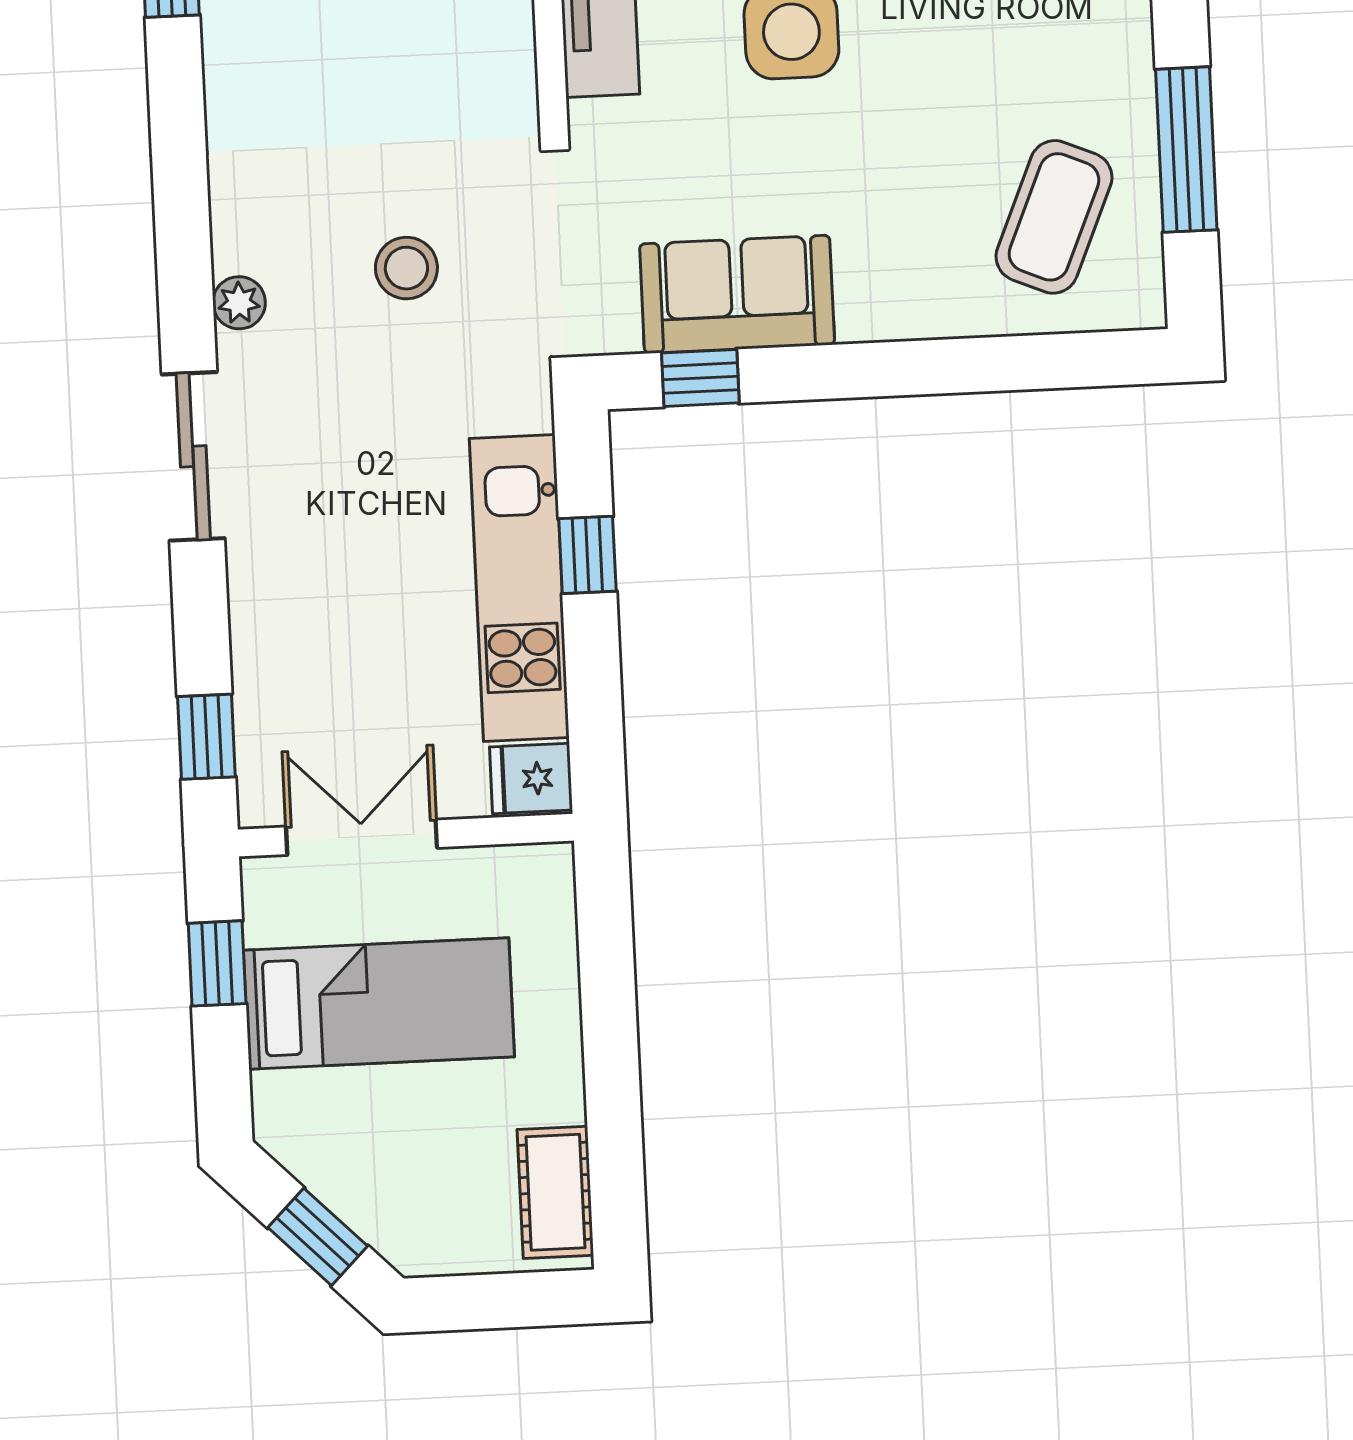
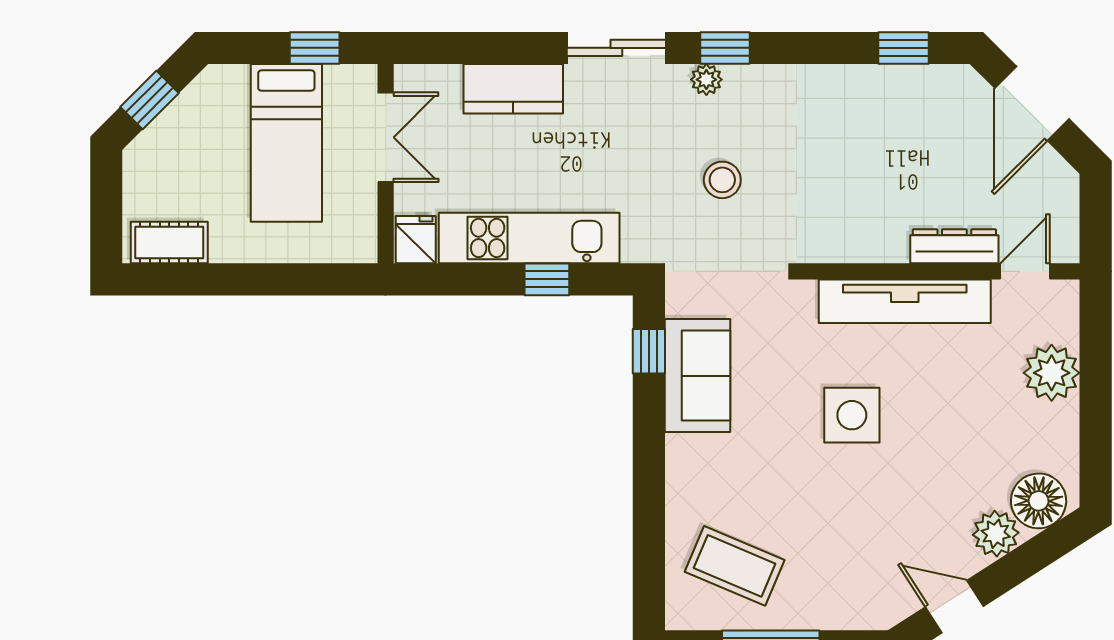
kitchen counter: (270, 627) -> (513, 89), added
window: (206, 737) -> (725, 48), moved

